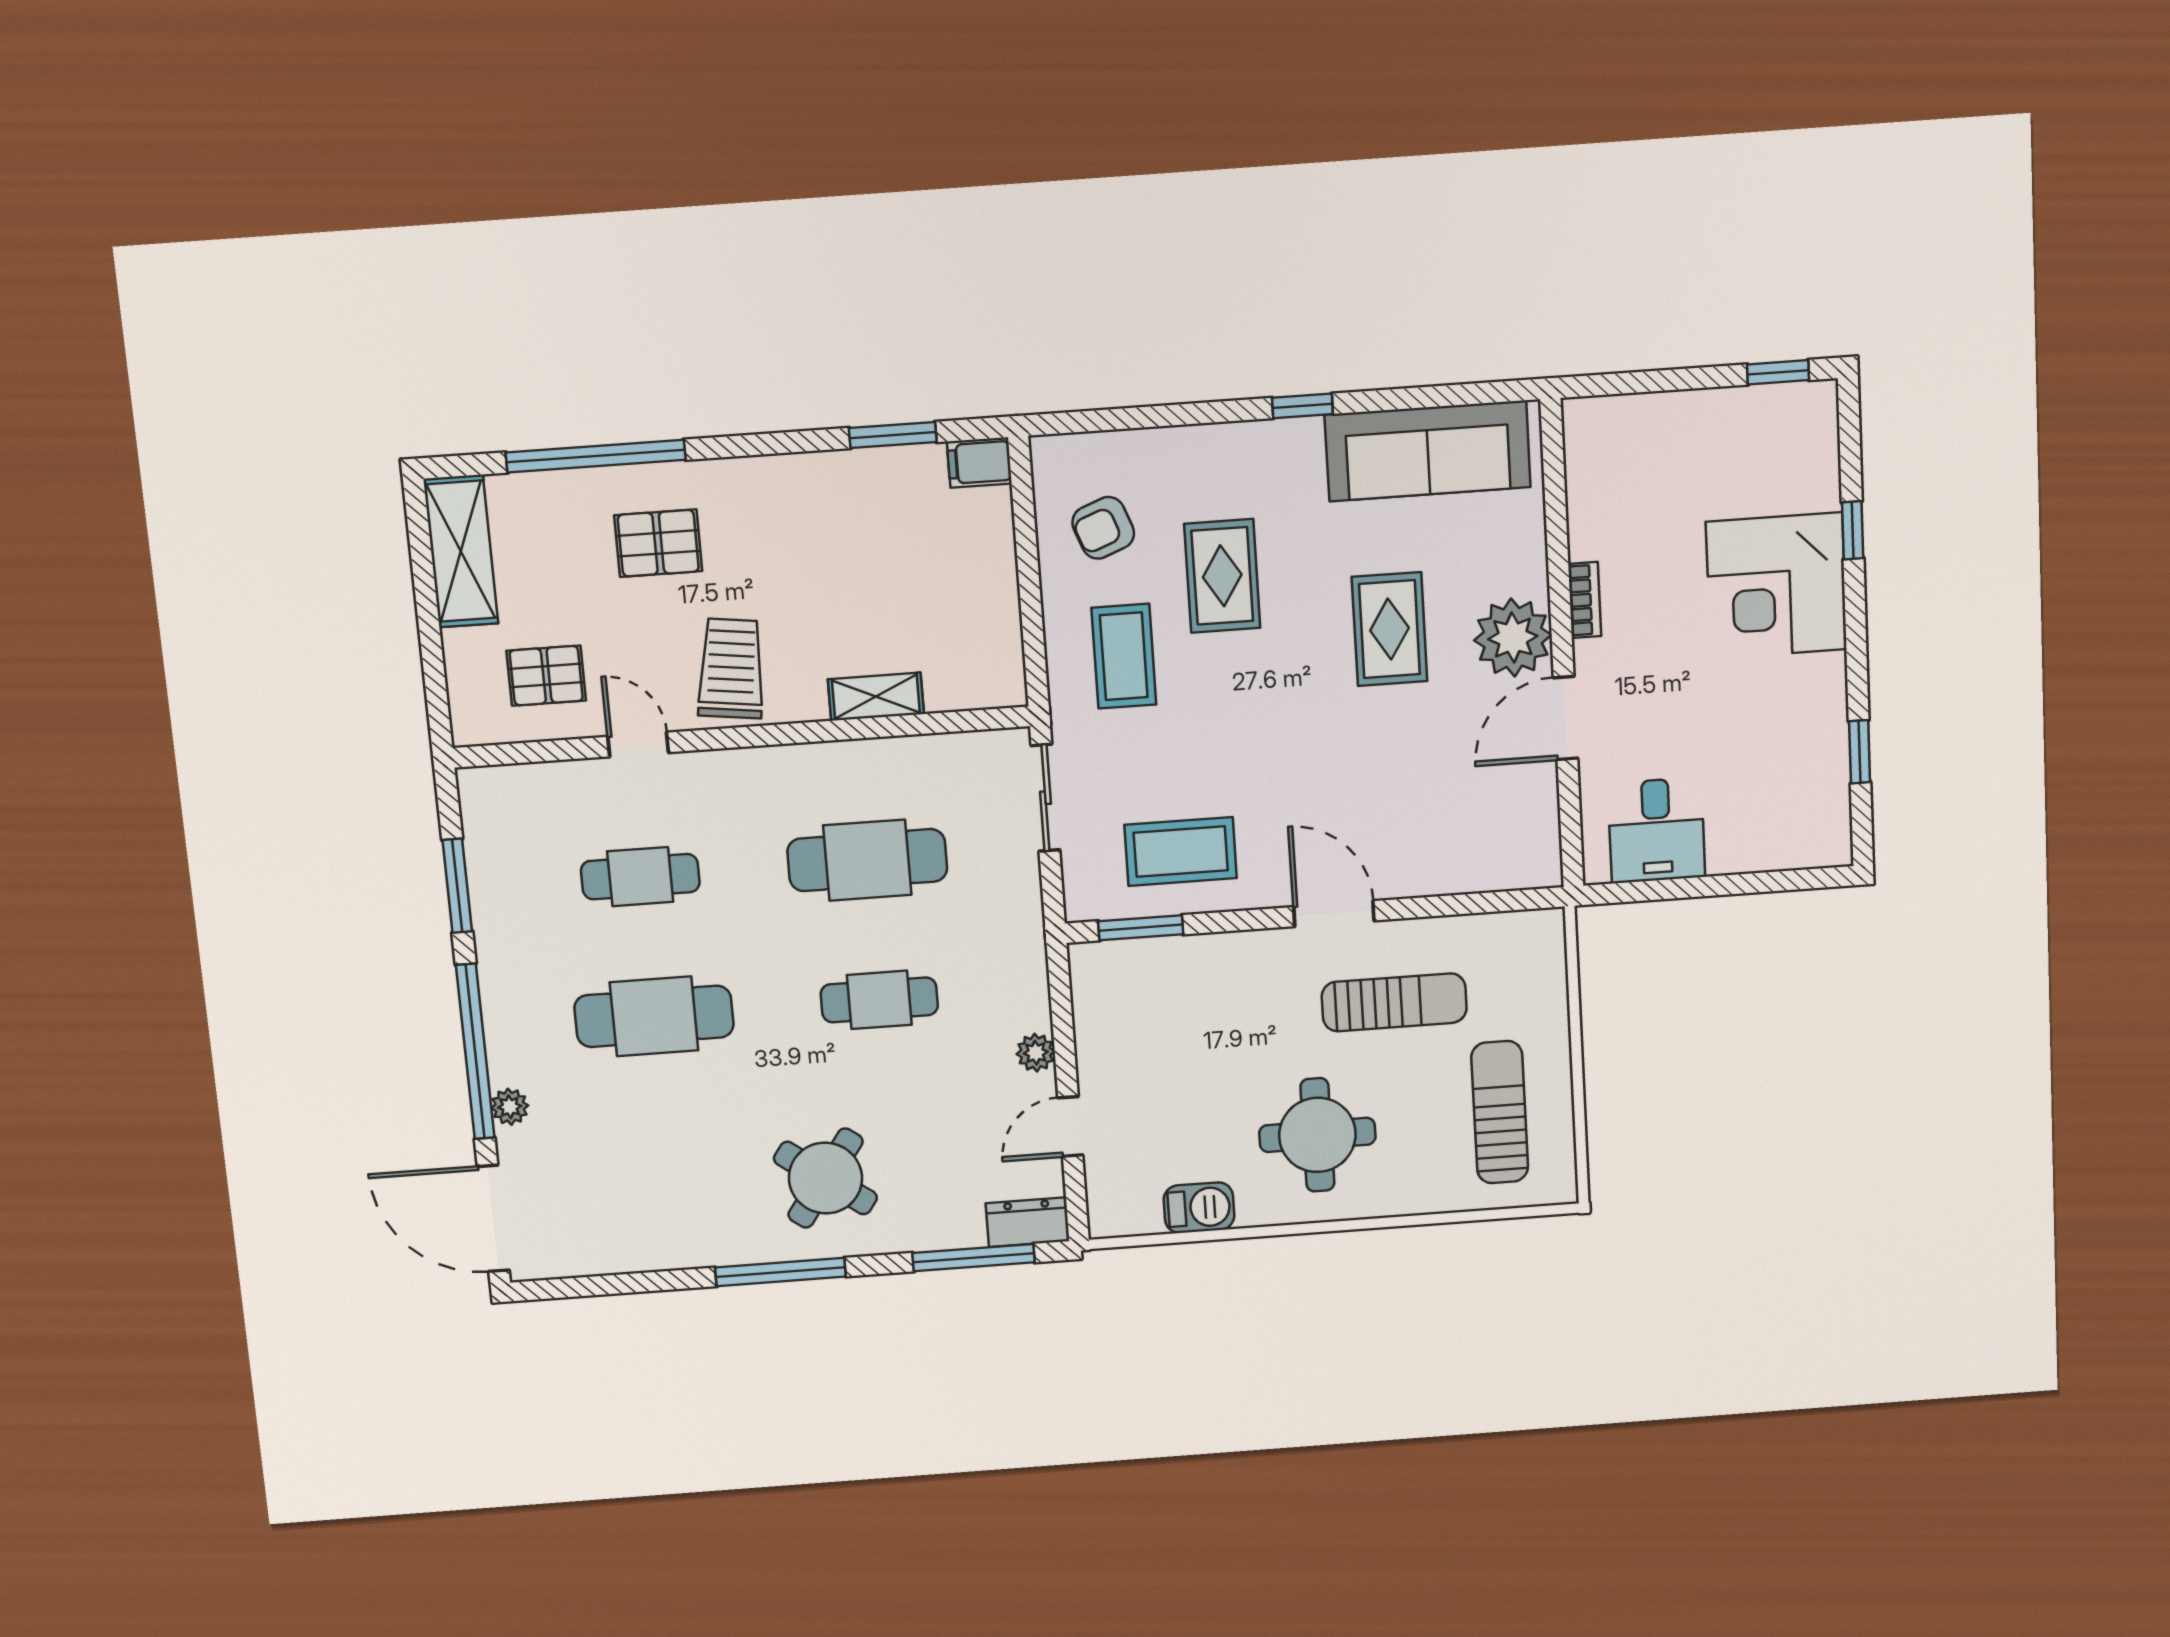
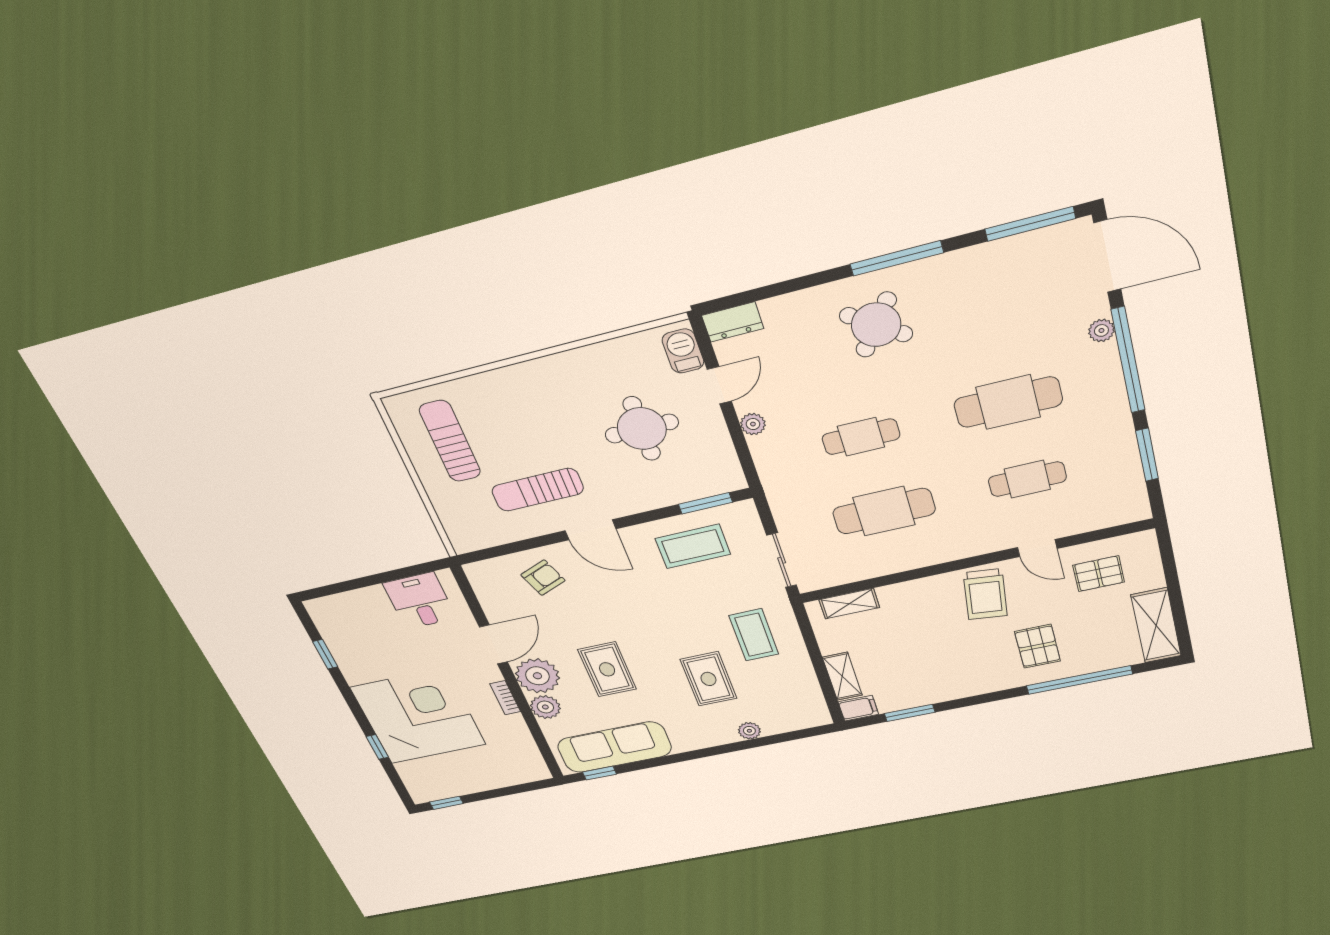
window: (1302, 406) -> (600, 773), moved
plant: (1179, 445) -> (749, 731), added
armchair: (1103, 528) -> (543, 578), moved
shelving: (994, 539) -> (842, 676), added
pallet: (658, 543) -> (1037, 646), turned 90
plant: (1521, 566) -> (545, 707), added
corner desk: (1776, 586) -> (418, 716), width x1.36, depth x1.36
shelving: (876, 697) -> (849, 604), moved
sun lounger: (1500, 1112) -> (450, 441), turned 180
round table: (1317, 1135) -> (642, 429), moved
barbecue: (1199, 1208) -> (683, 351), moved, turned 90
window: (974, 1258) -> (1030, 224), moved

